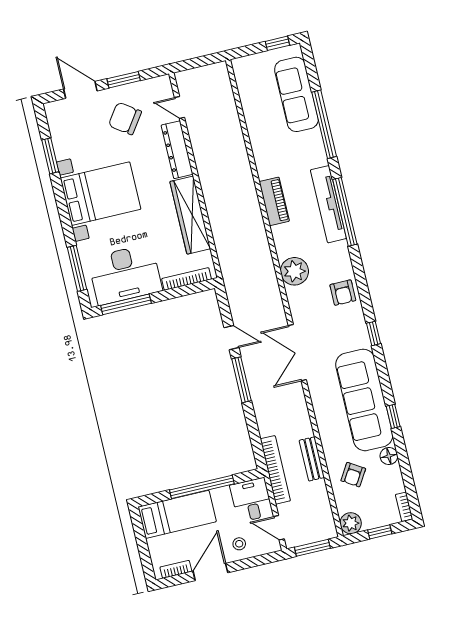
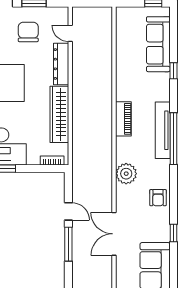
chair: (125, 118) -> (28, 32), turned 55
window: (324, 124) -> (173, 71), width x0.32
bookcase: (187, 279) -> (52, 161), width x0.64

